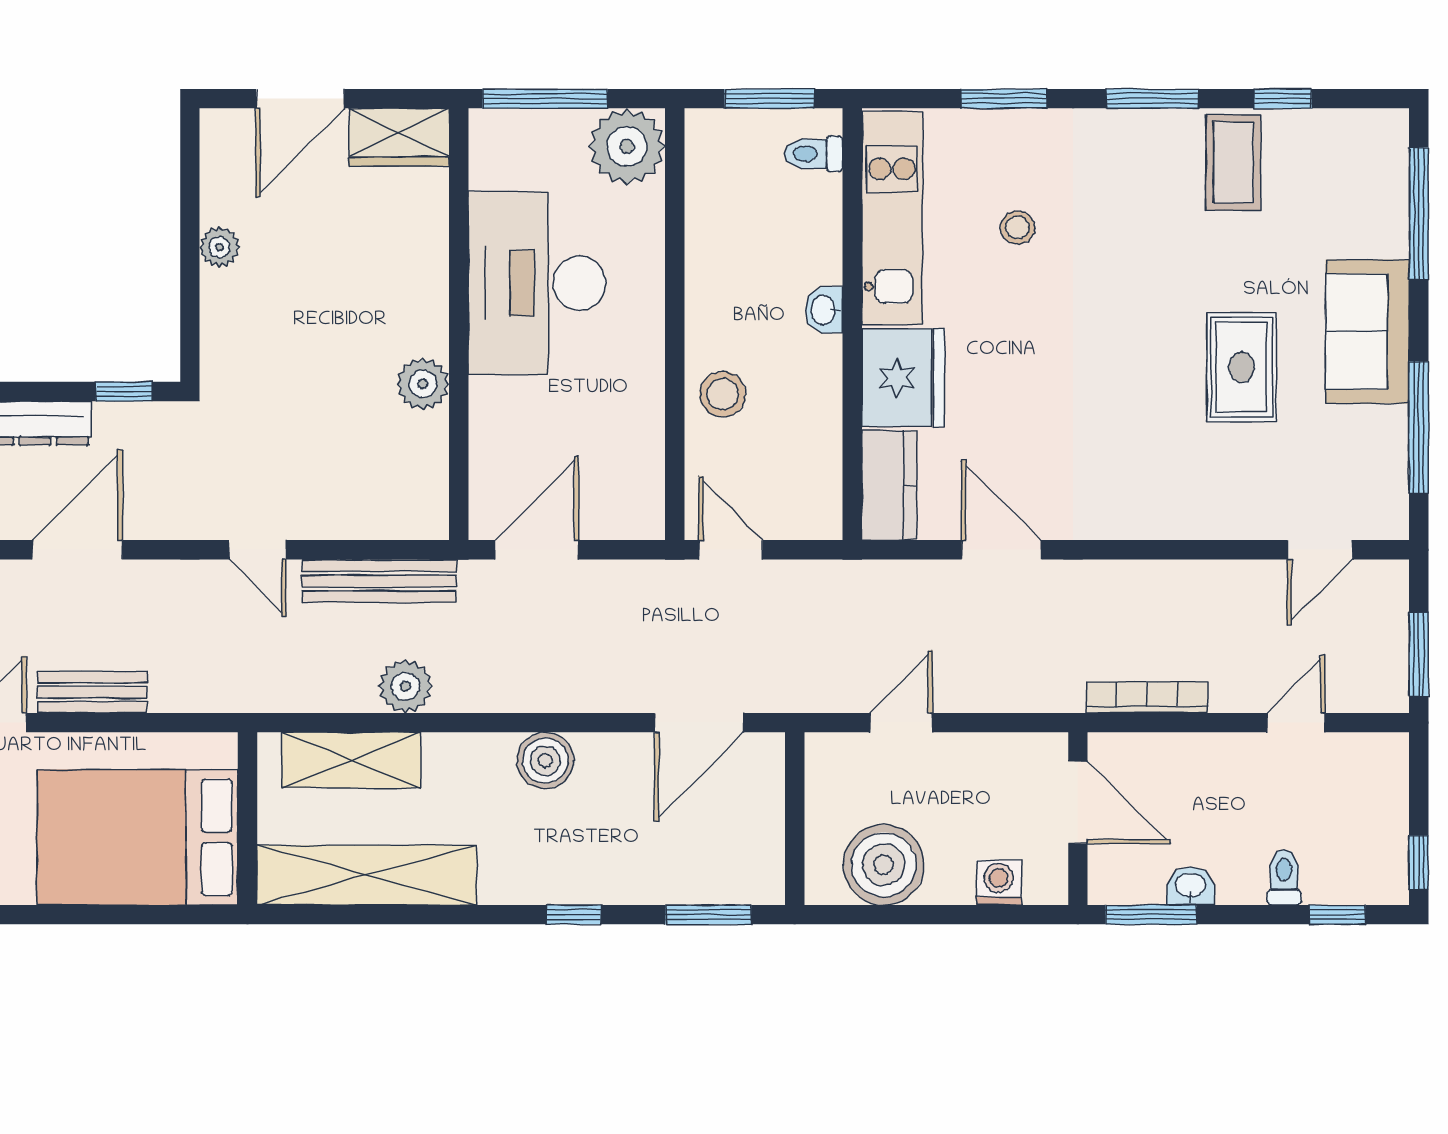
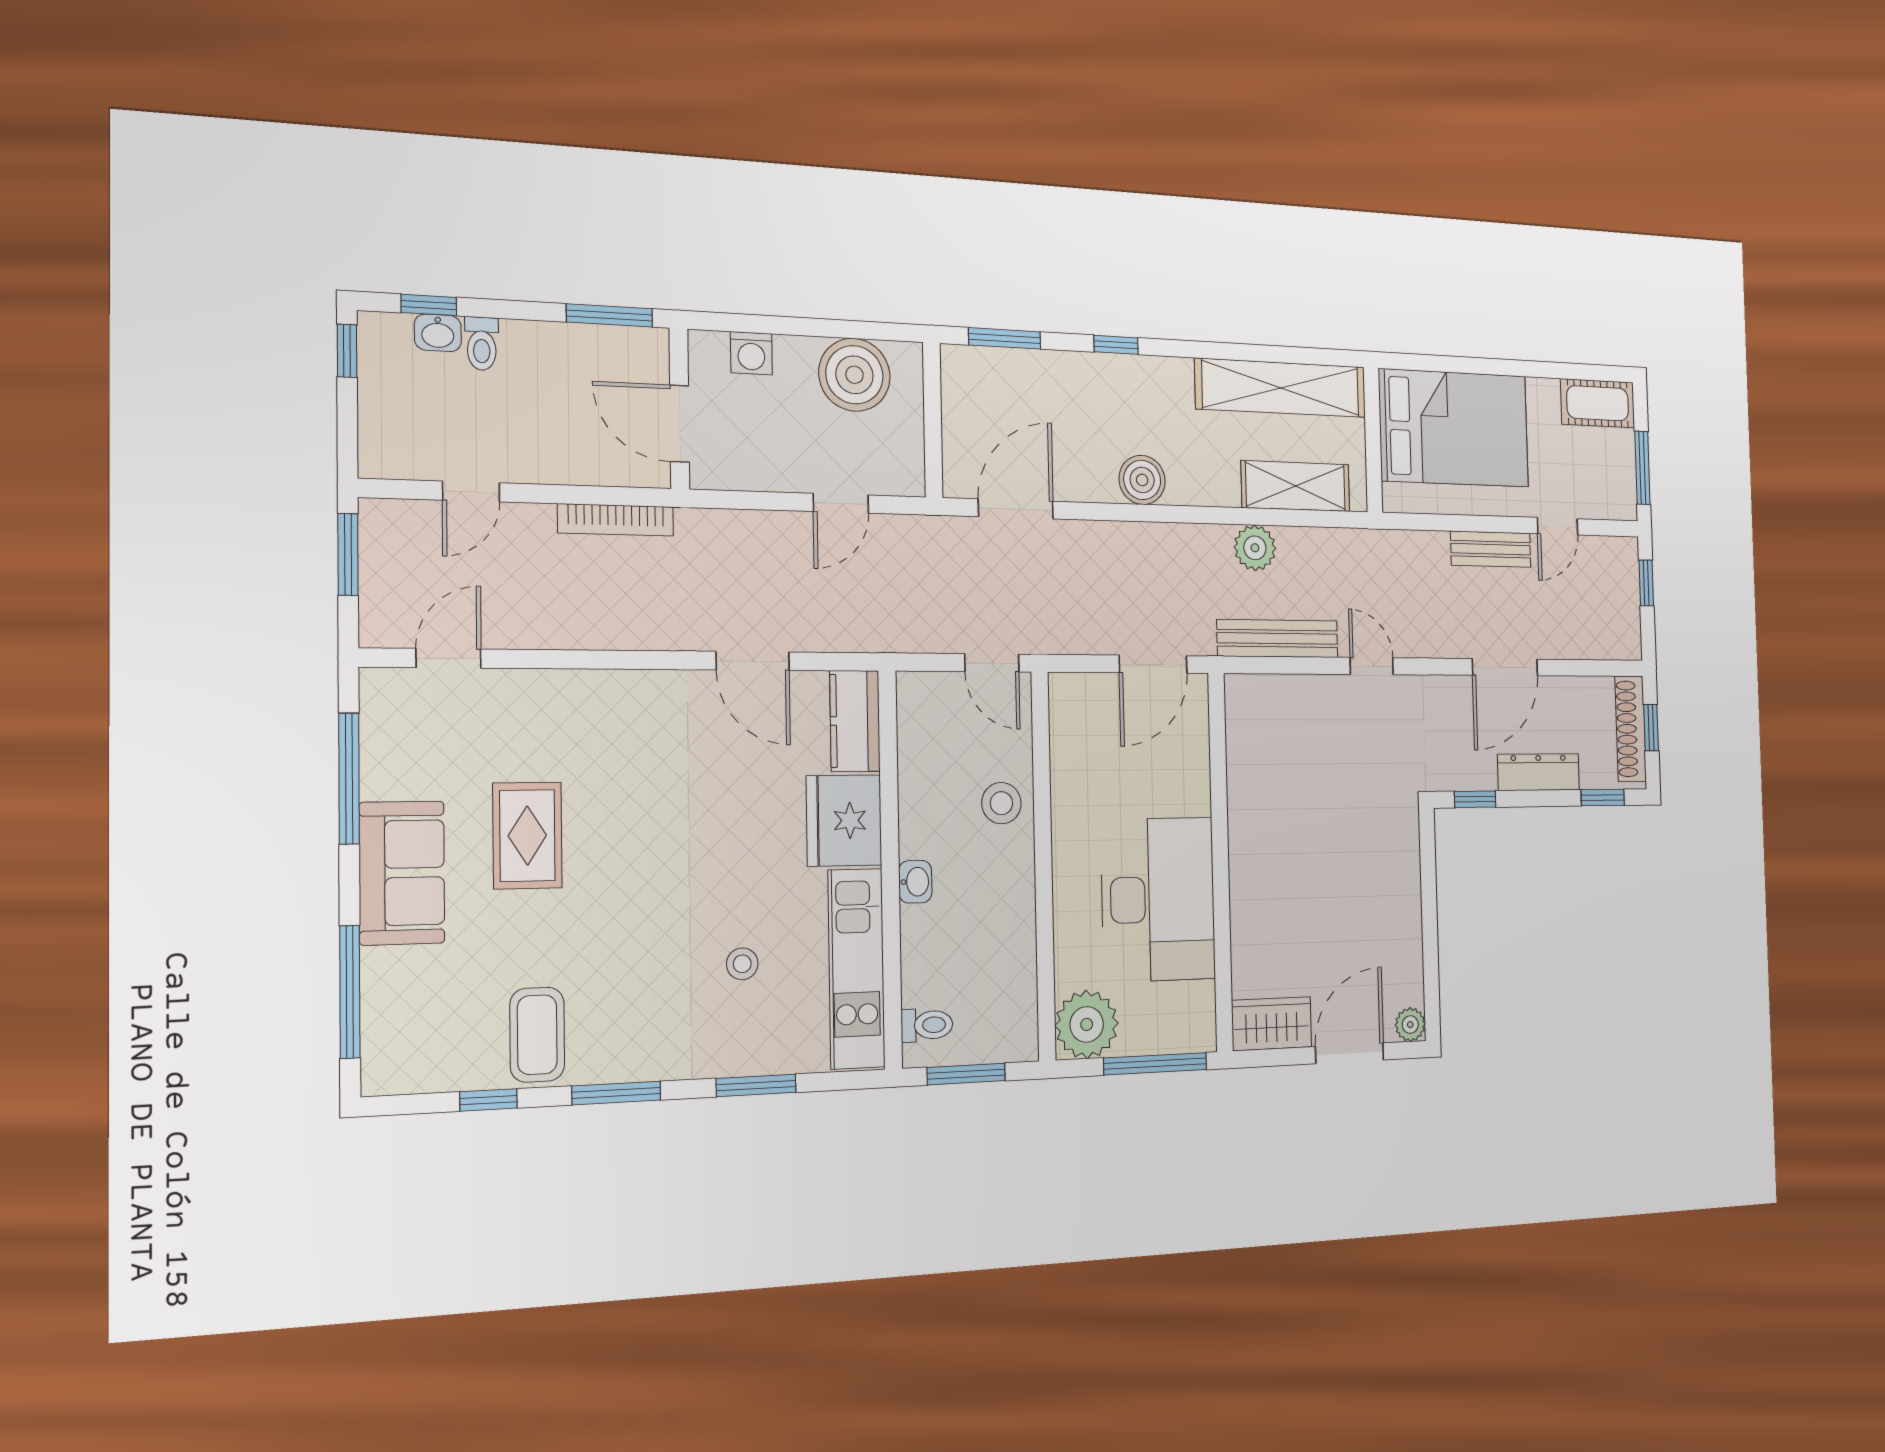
plant: (219, 247) -> (1410, 1025), moved
plant: (423, 384) -> (1248, 809), removed
washbasin: (1191, 886) -> (438, 333), moved

